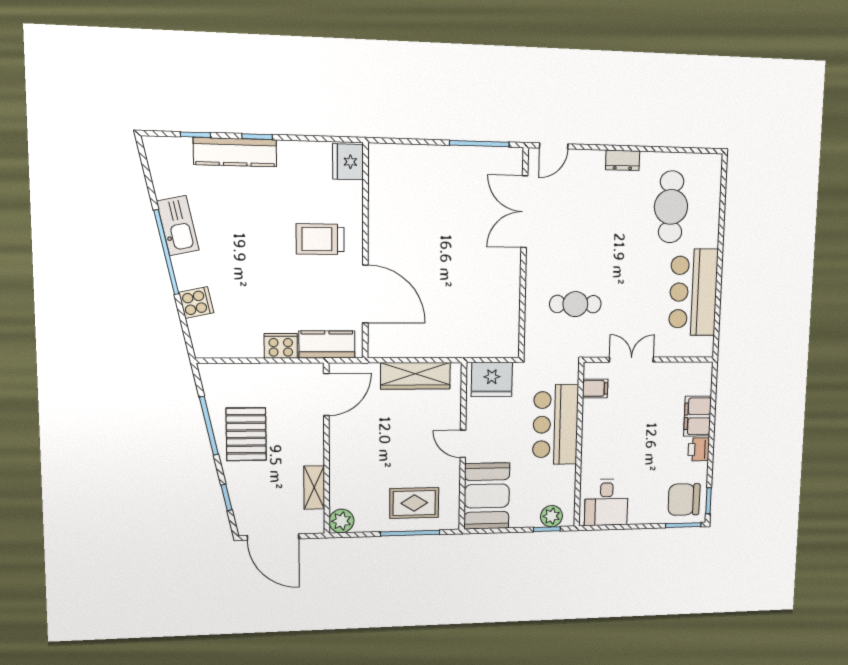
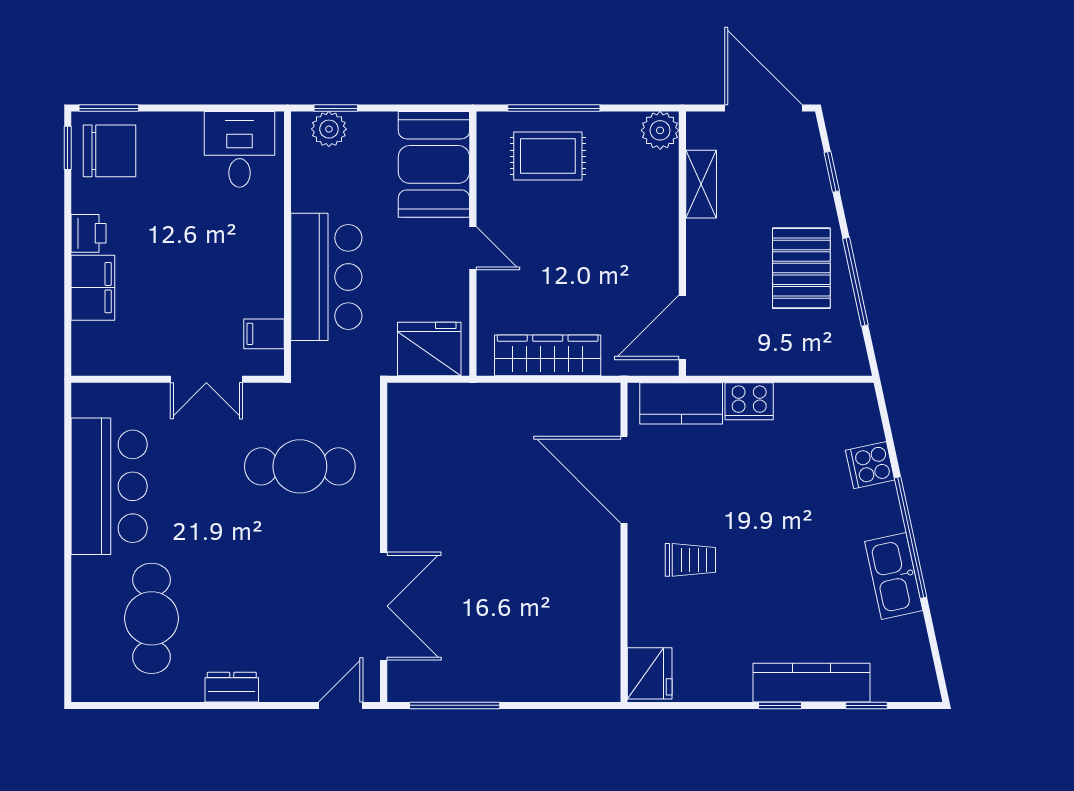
trolley: (320, 239) -> (690, 560), width x0.73, depth x0.72
cafe table: (575, 304) -> (300, 466), width x1.37, depth x1.35

